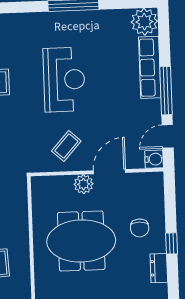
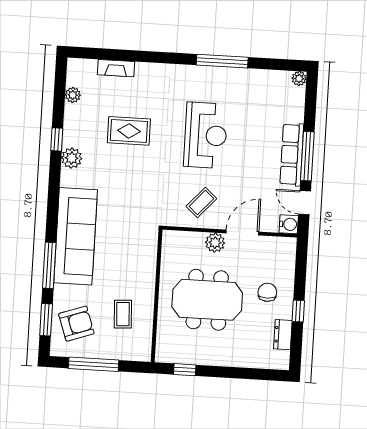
plant: (144, 22) -> (299, 79), width x0.53, depth x0.53
row of seats: (150, 67) -> (292, 154), moved
door: (168, 136) -> (305, 203), hinge flipped
chair: (140, 228) -> (267, 292), turned 180

